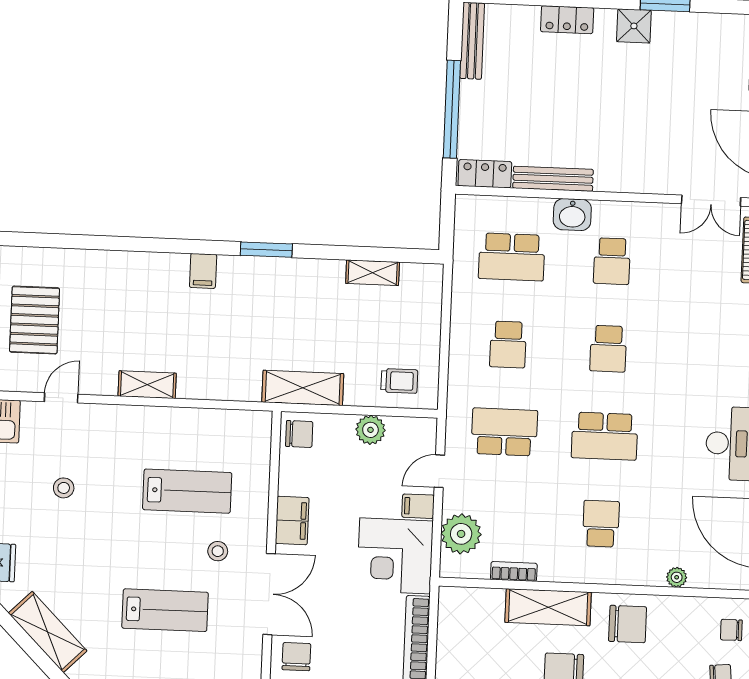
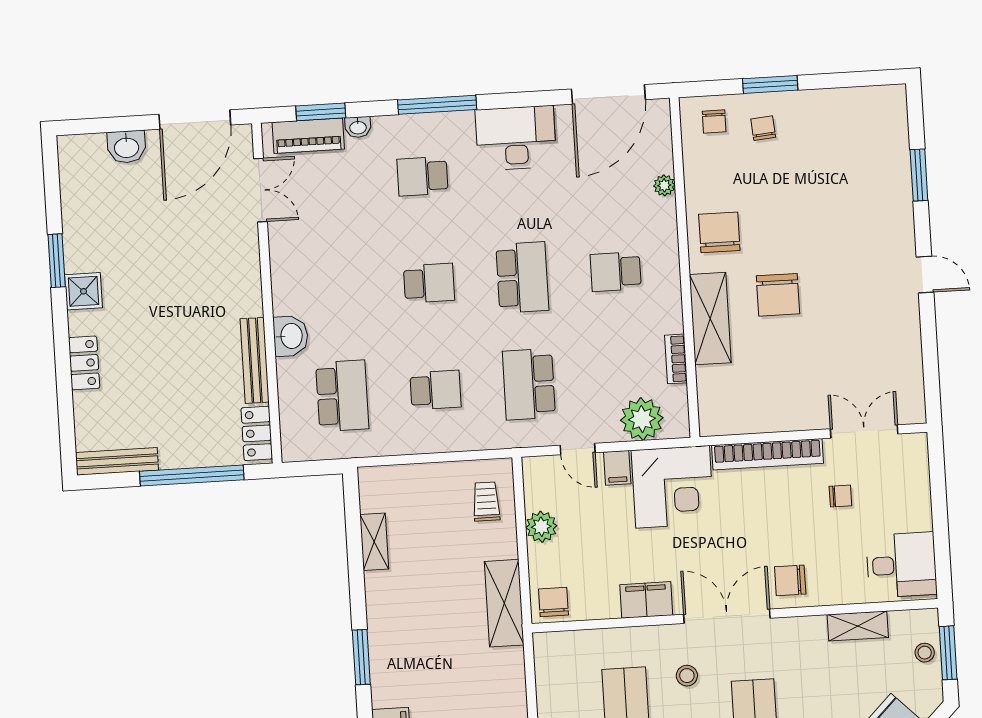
school desk: (612, 261) -> (422, 176), moved, turned 180

